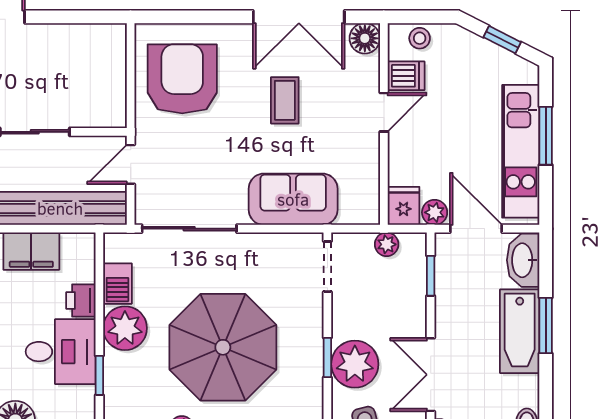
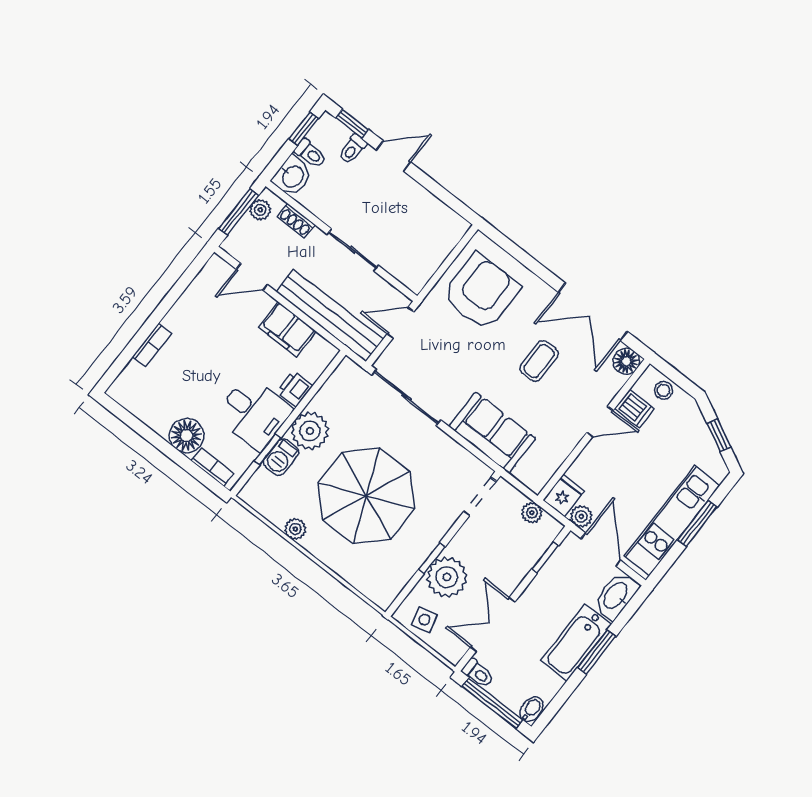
barbecue: (117, 284) -> (281, 457), moved

